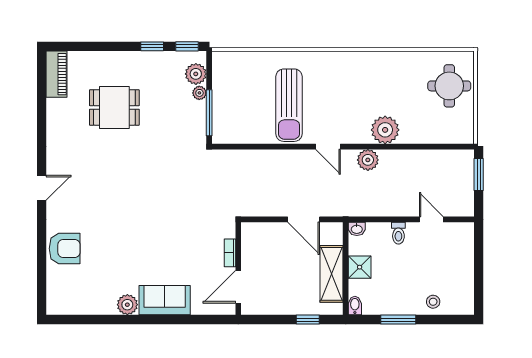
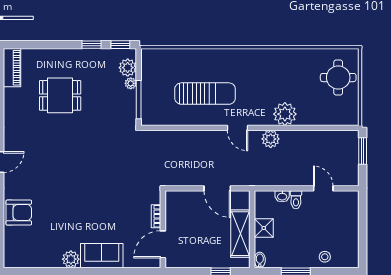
sun lounger: (289, 105) -> (205, 94), turned -90
washbasin: (357, 229) -> (282, 196), moved

